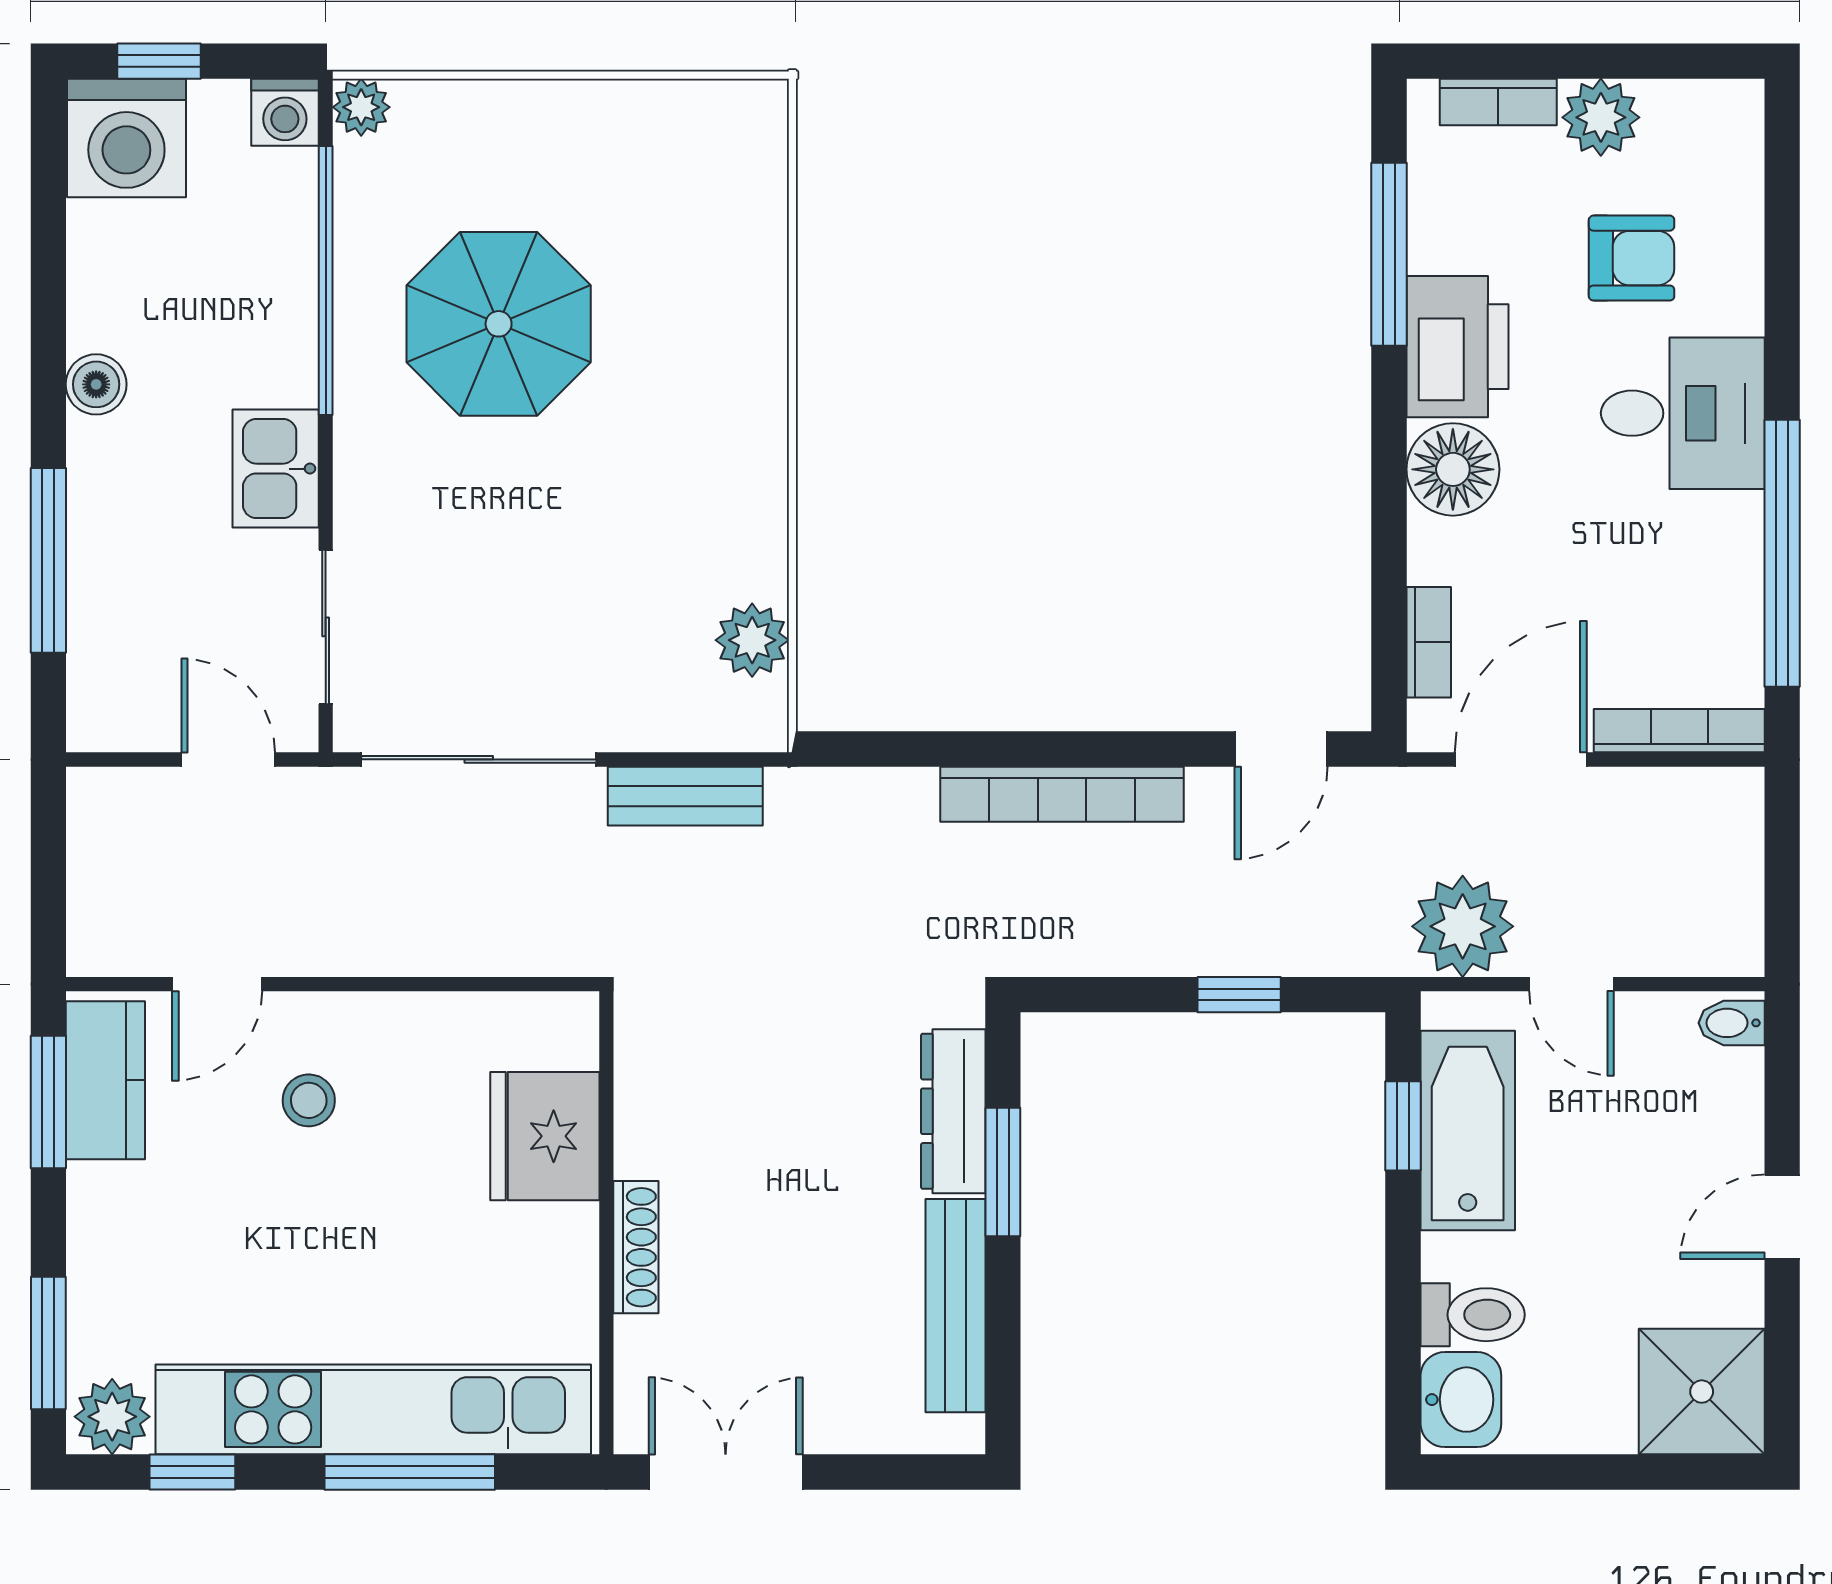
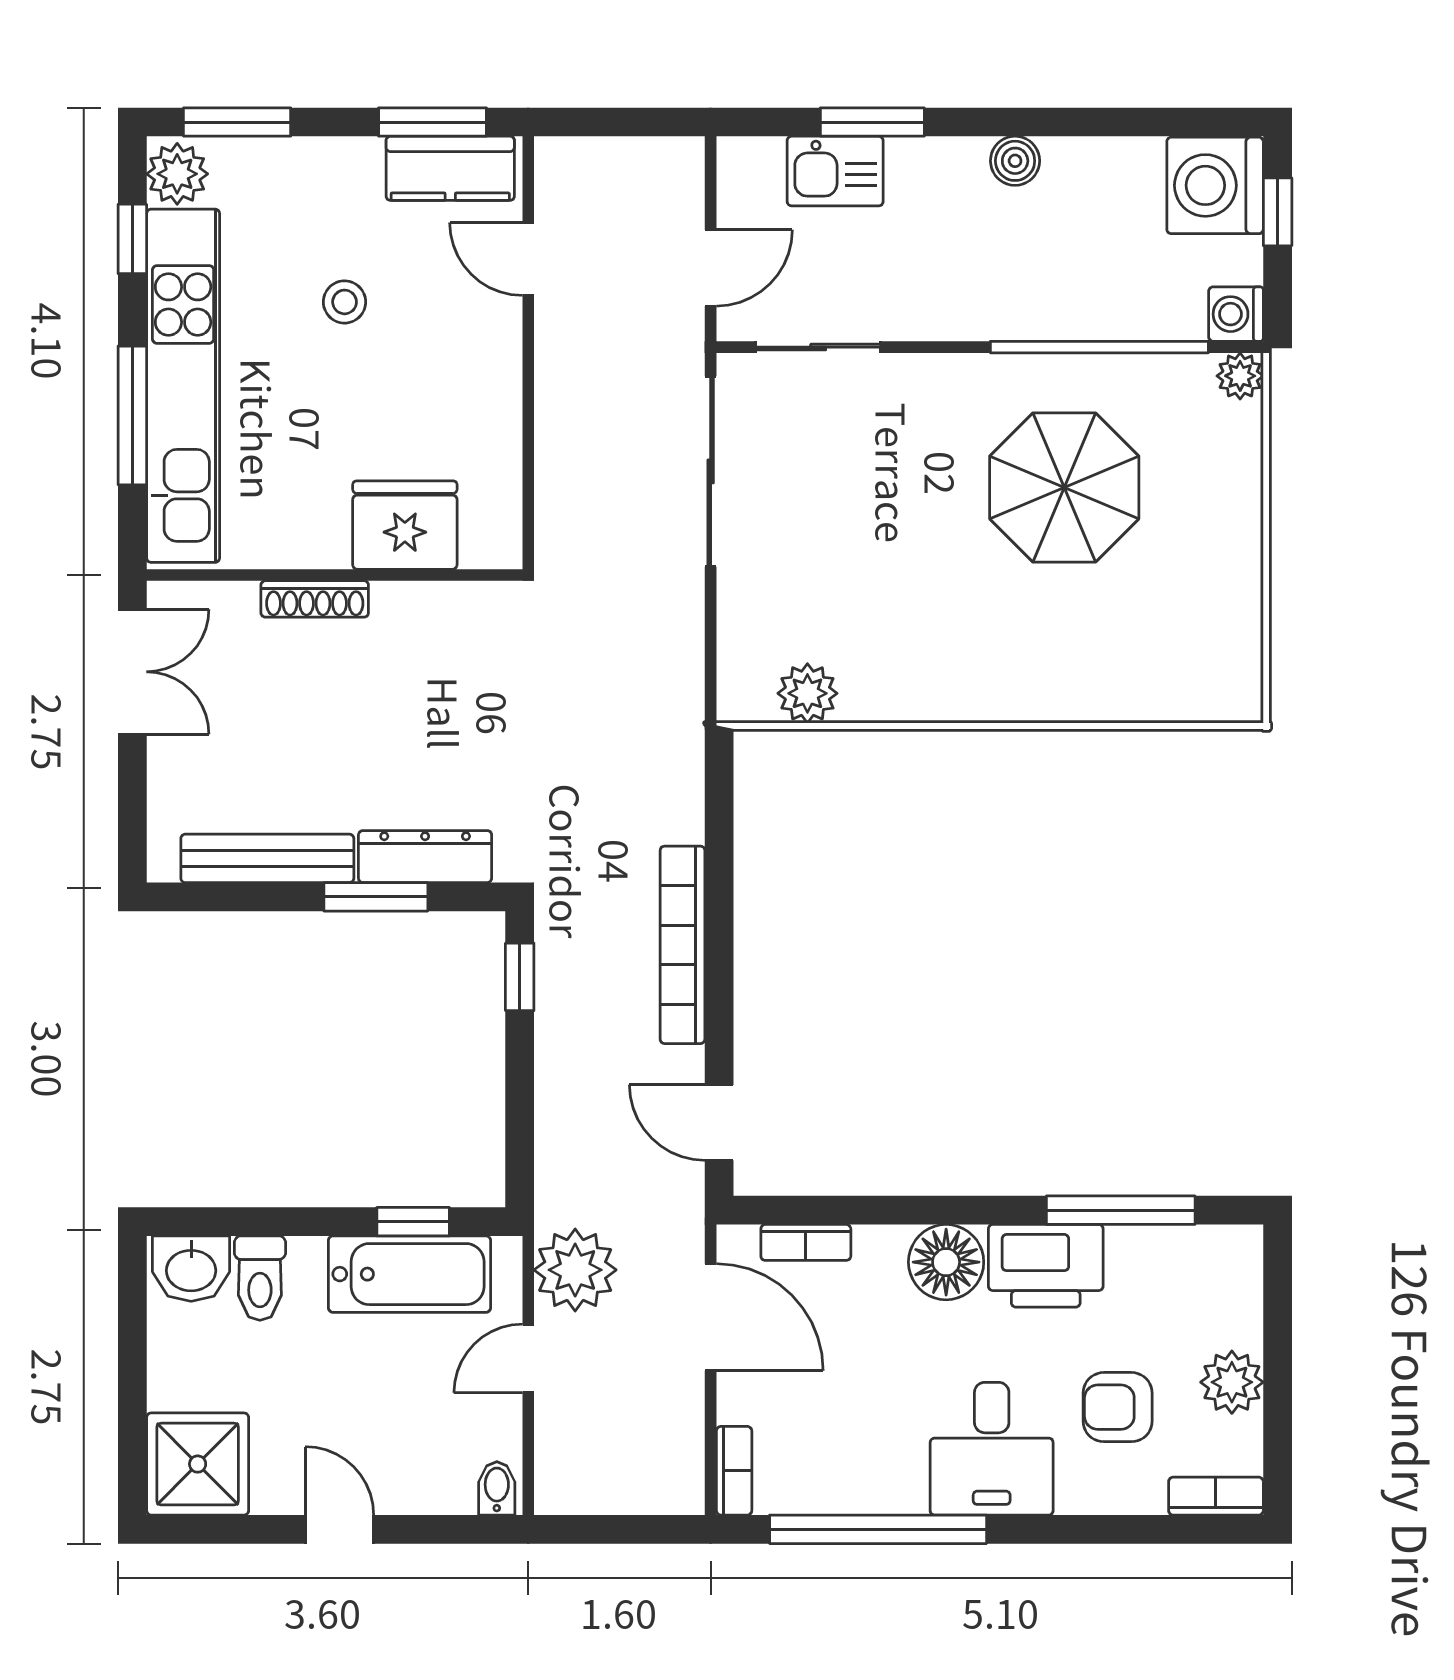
bookcase: (1498, 102) -> (1216, 1496), moved, turned 90
armchair: (1632, 258) -> (1118, 1407), turned 90
kitchen sink: (276, 469) -> (835, 171), moved, turned 180
window: (48, 560) -> (872, 122), width x0.69
bookcase: (1679, 731) -> (734, 1471), width x0.64
bench: (685, 796) -> (681, 639), removed
window: (1239, 995) -> (520, 977), moved
stool: (309, 1100) -> (345, 302), moved

